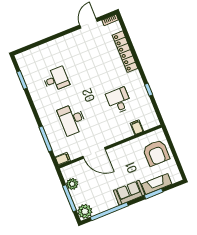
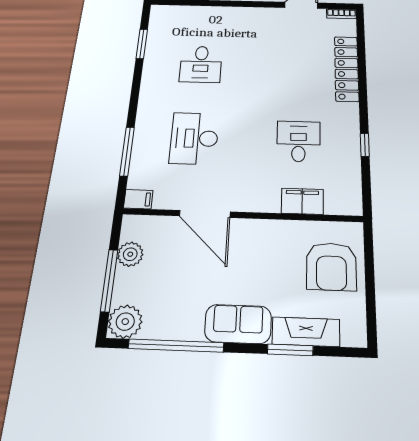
desk: (56, 79) -> (201, 64), turned 90
filing cabinet: (137, 127) -> (302, 201), width x2.00

